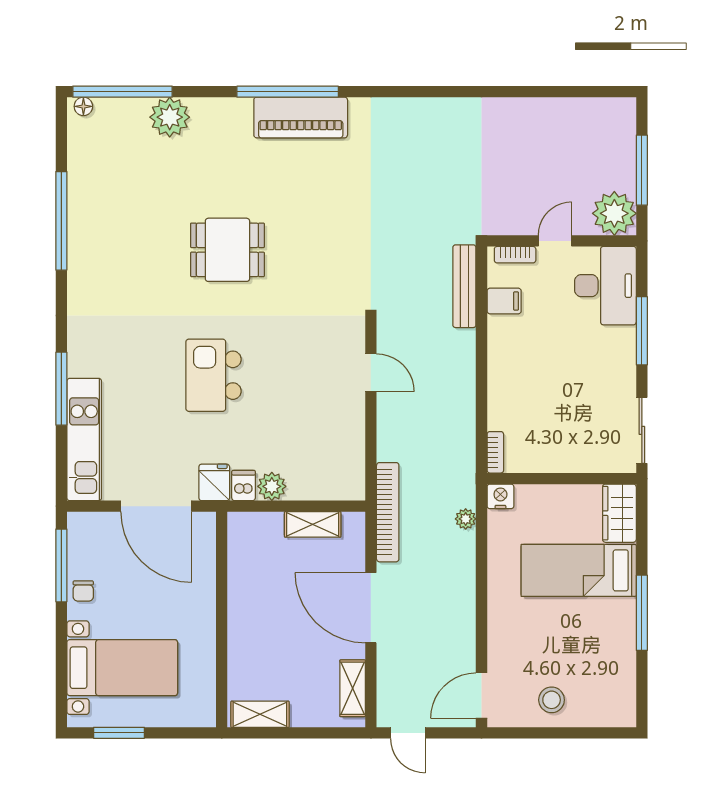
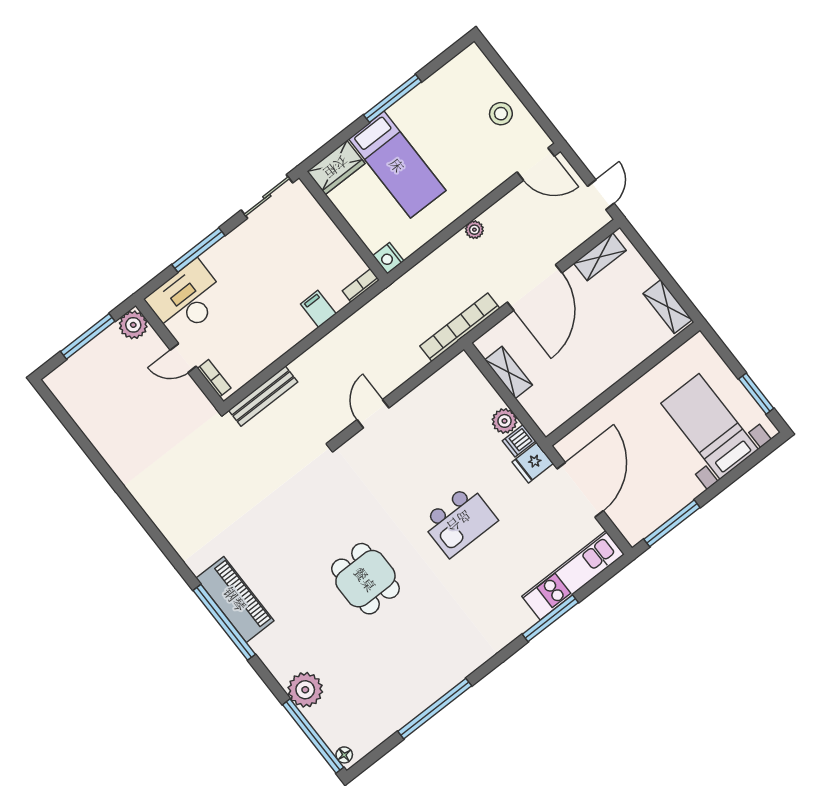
plant: (614, 213) -> (133, 325), width x0.73, depth x0.73
filing cabinet: (504, 301) -> (318, 309), moved
plant: (466, 519) -> (474, 230), moved
chair: (83, 591) -> (678, 494), removed

